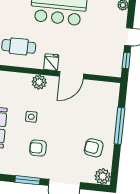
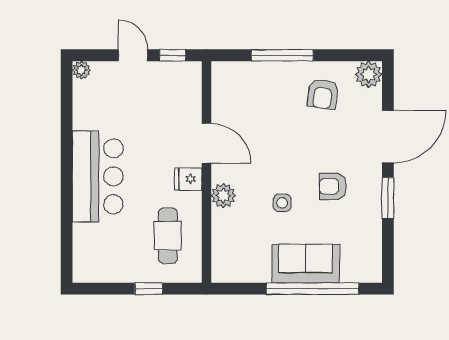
armchair: (38, 148) -> (333, 186), turned 90

